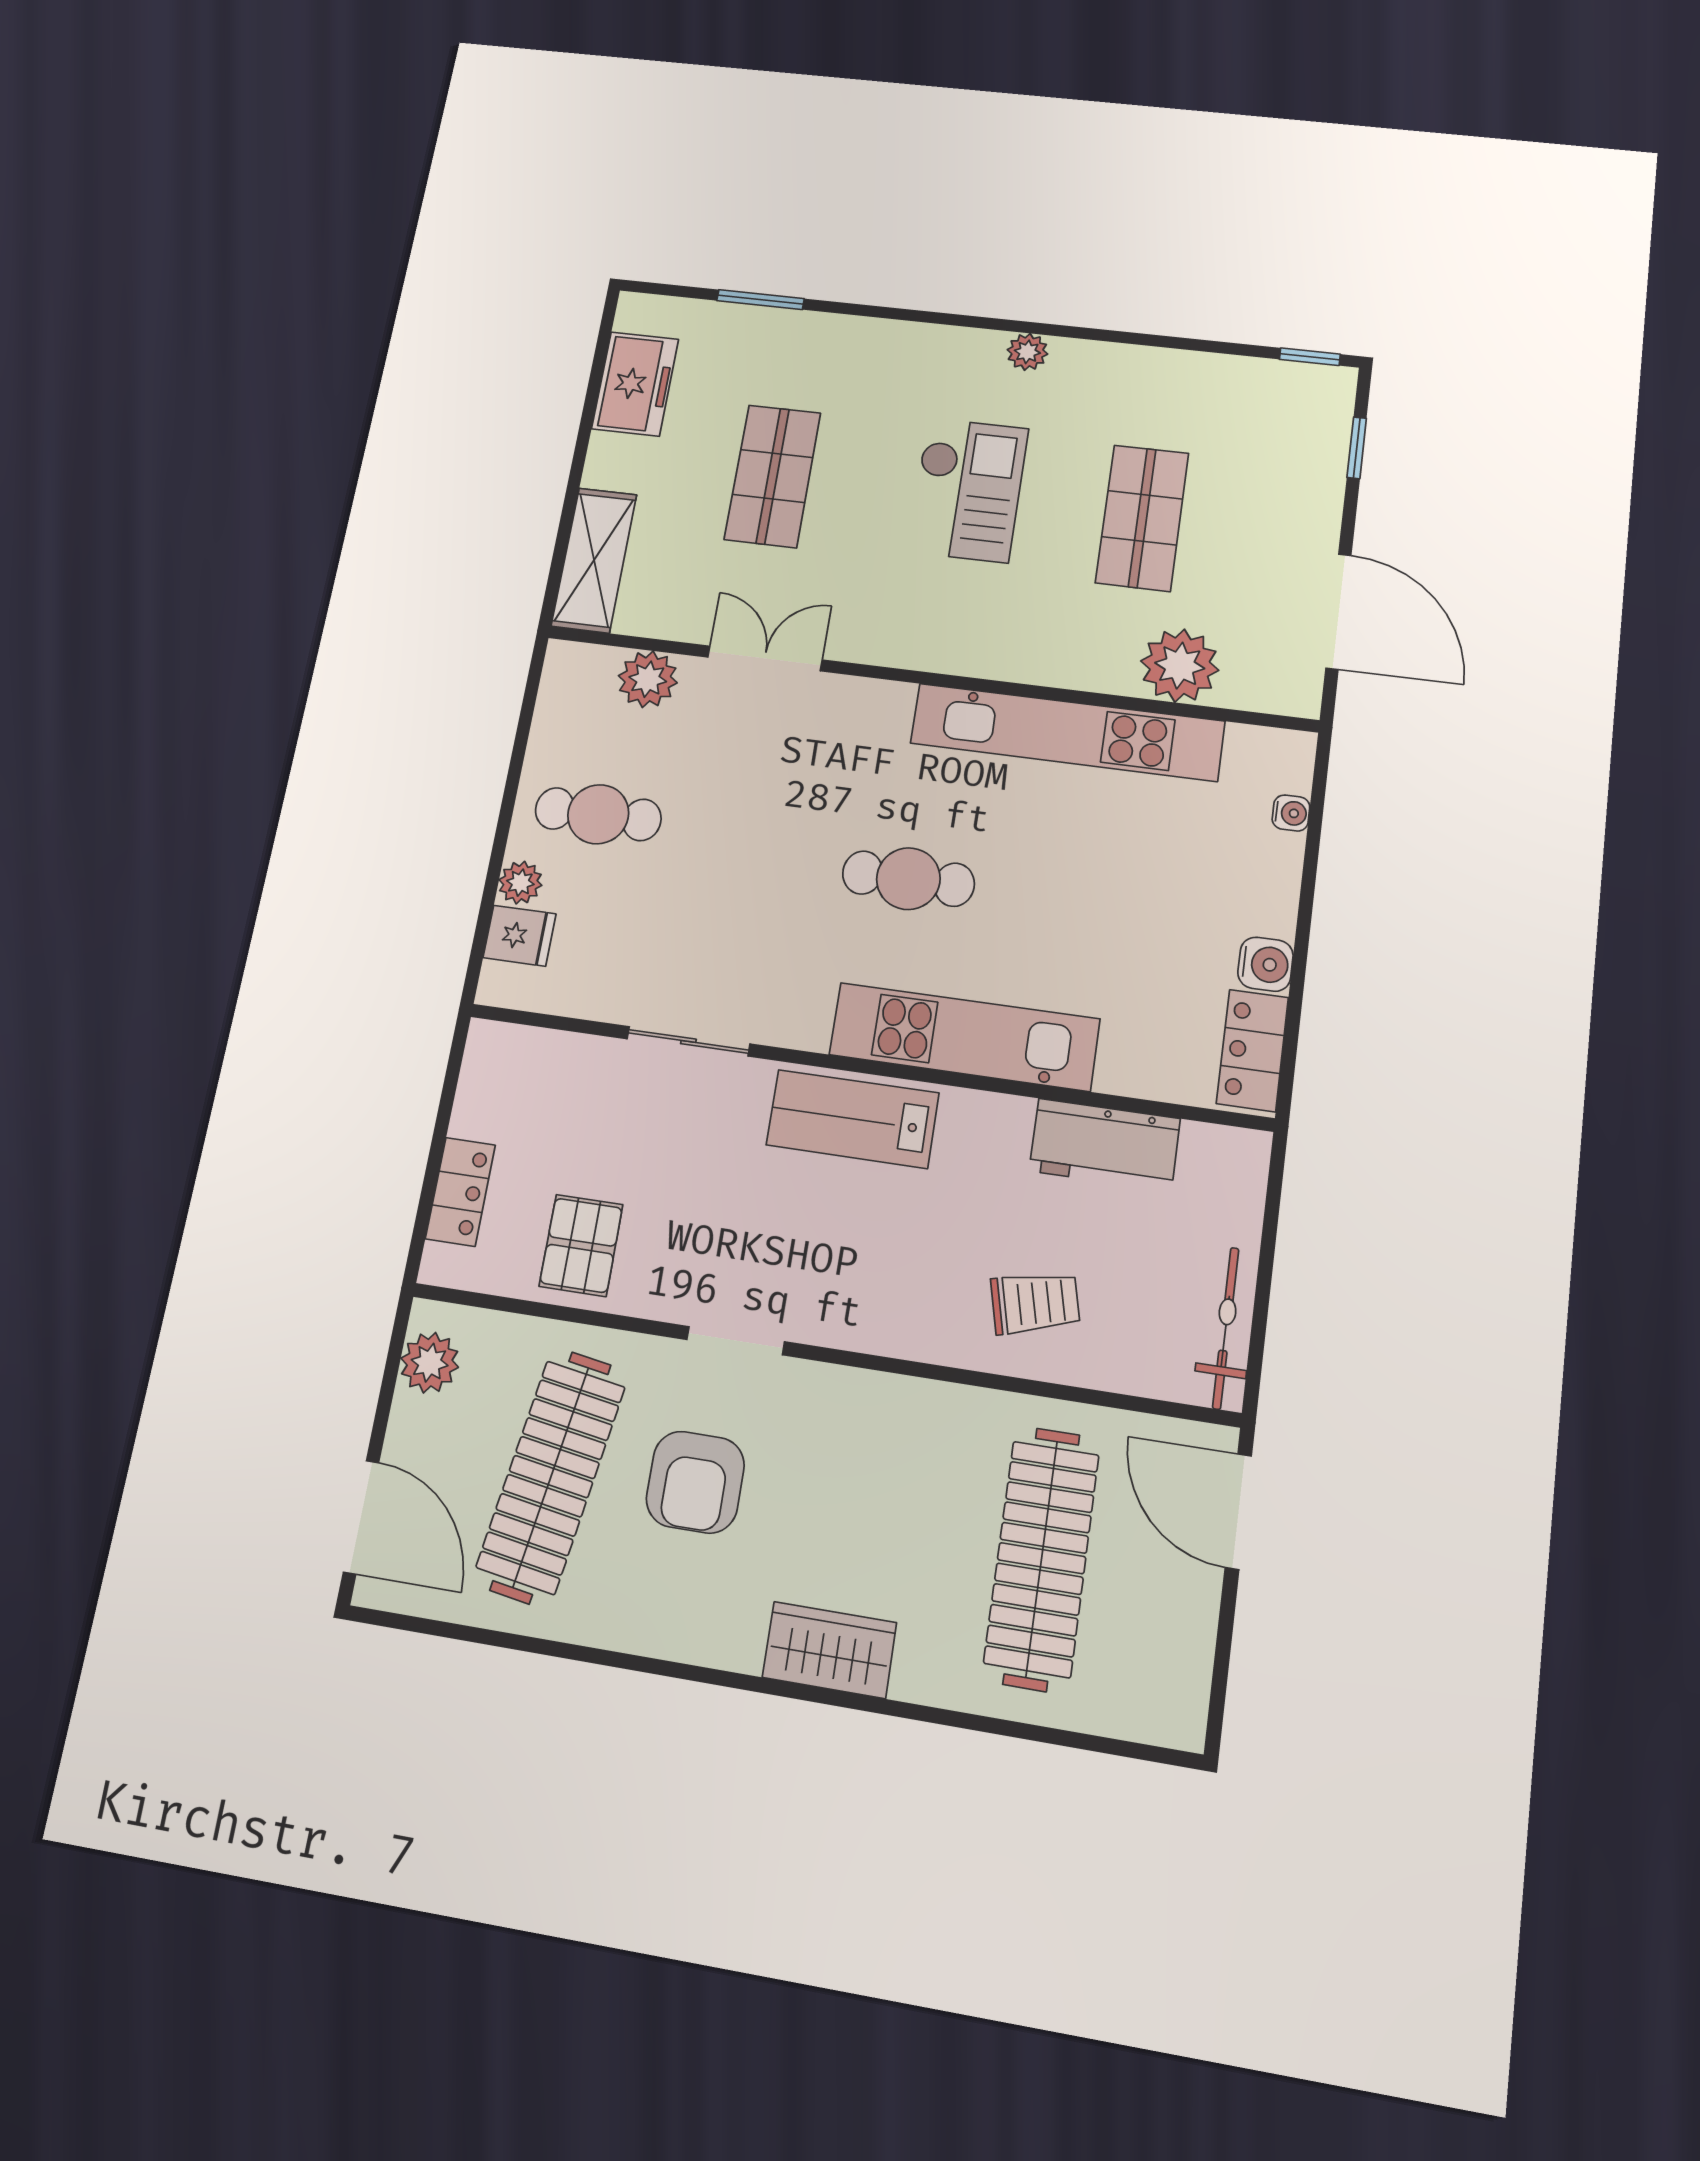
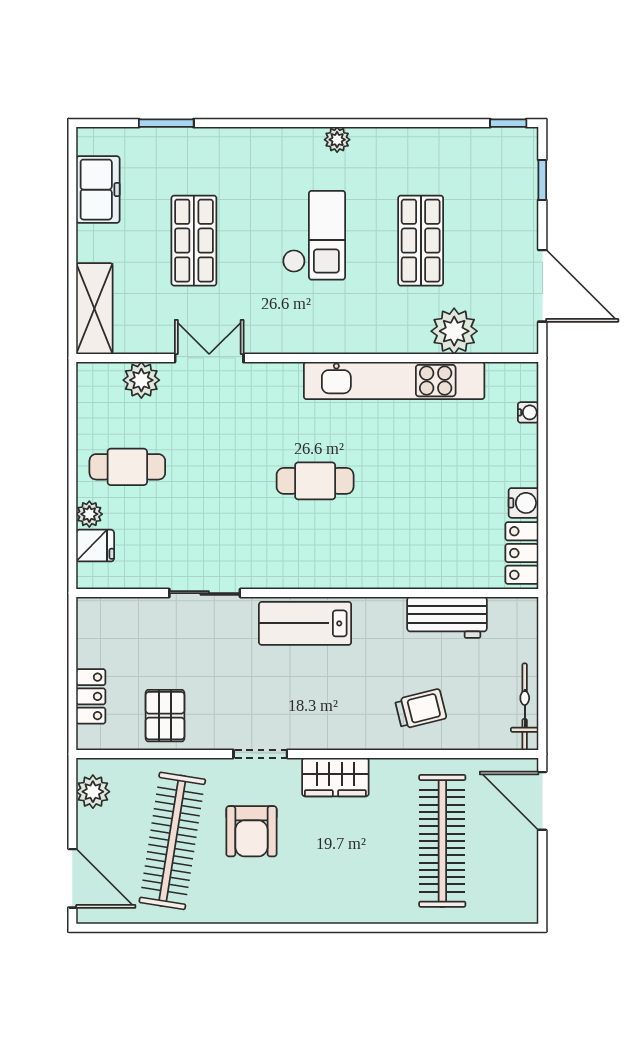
kitchen unit: (964, 1037) -> (361, 568), removed
wardrobe: (829, 1650) -> (335, 777), moved, turned 180

